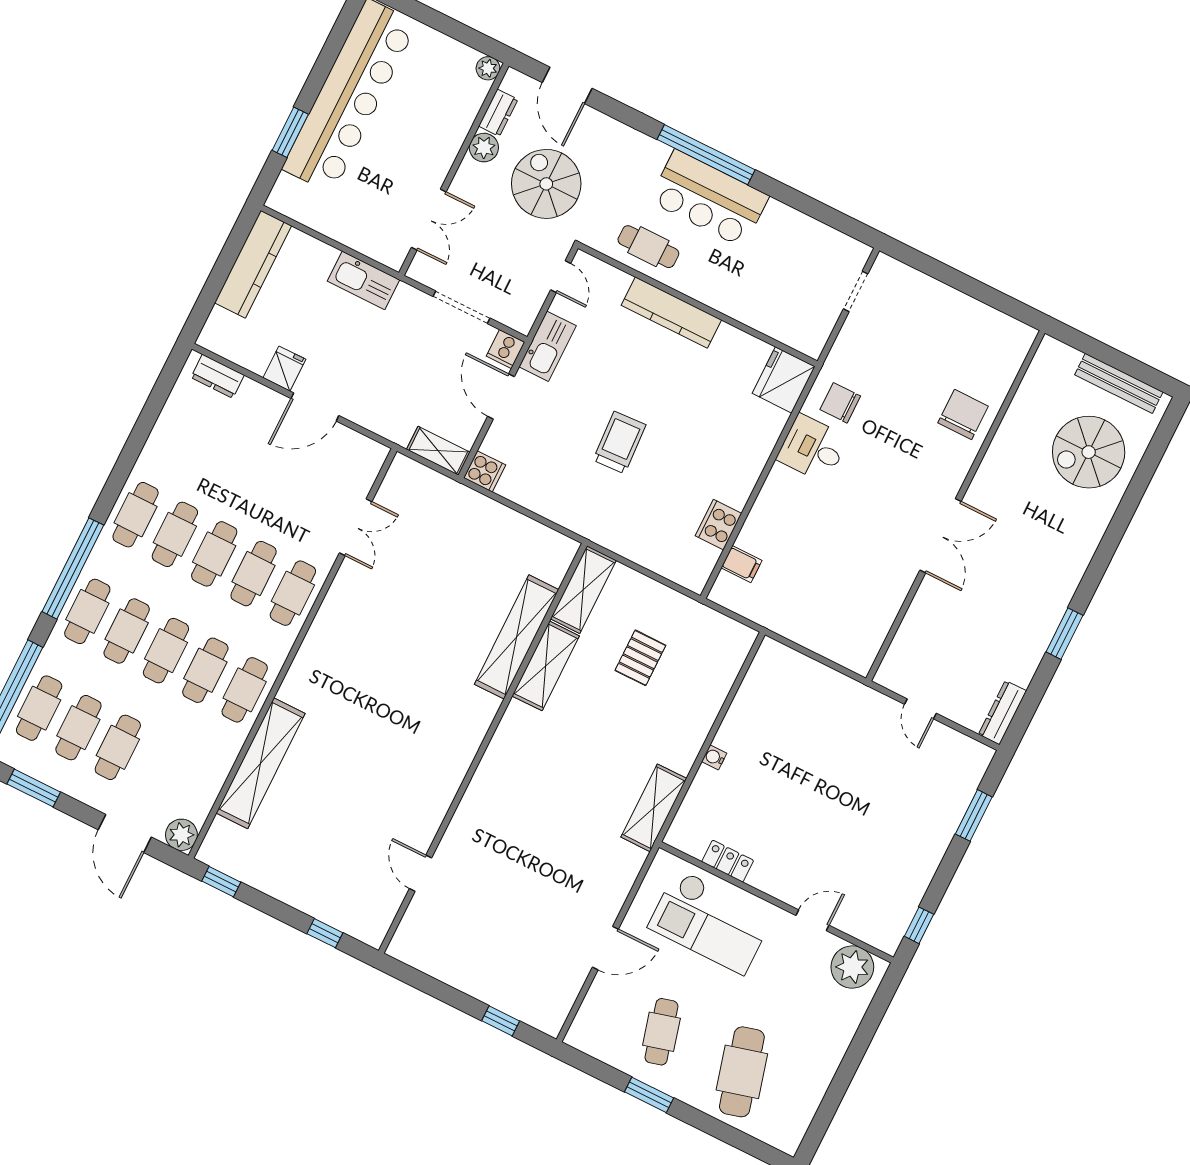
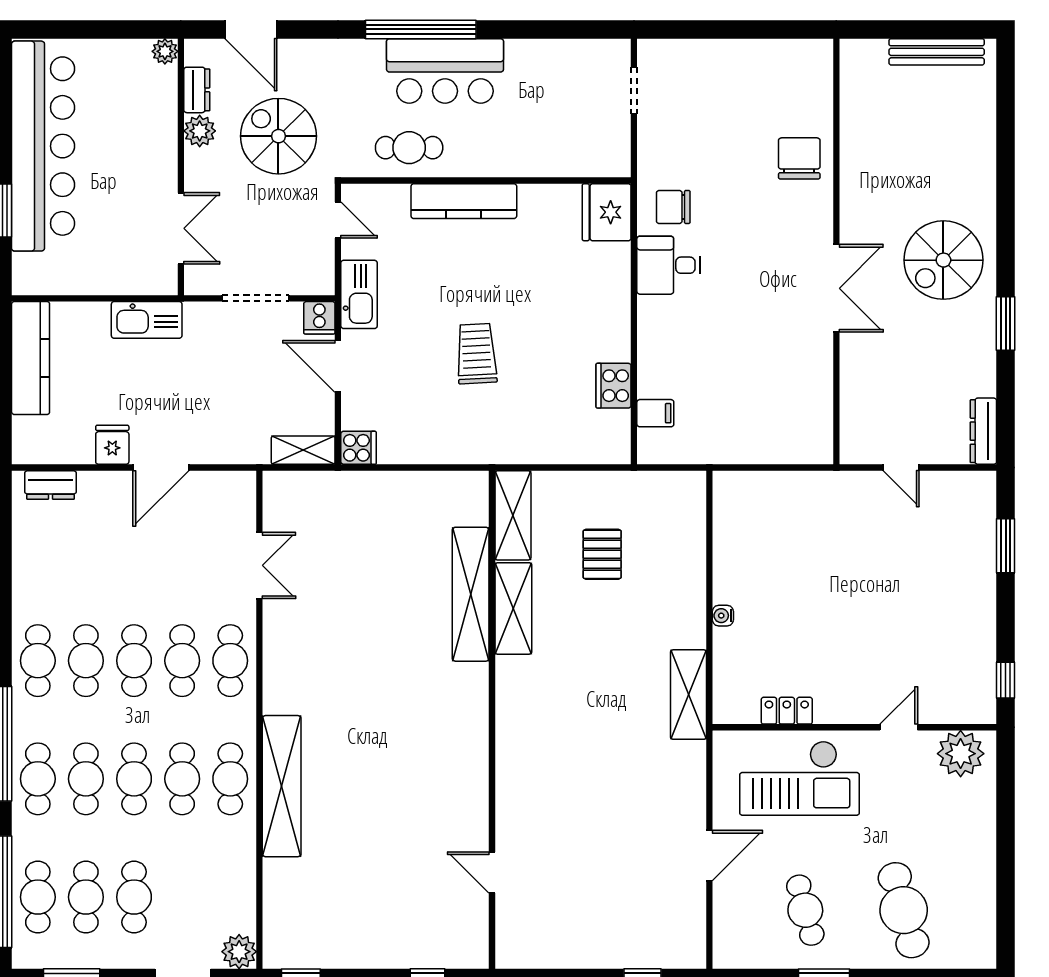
spiral stairs: (1089, 452) -> (943, 260), moved
shelving: (261, 763) -> (282, 786), moved

